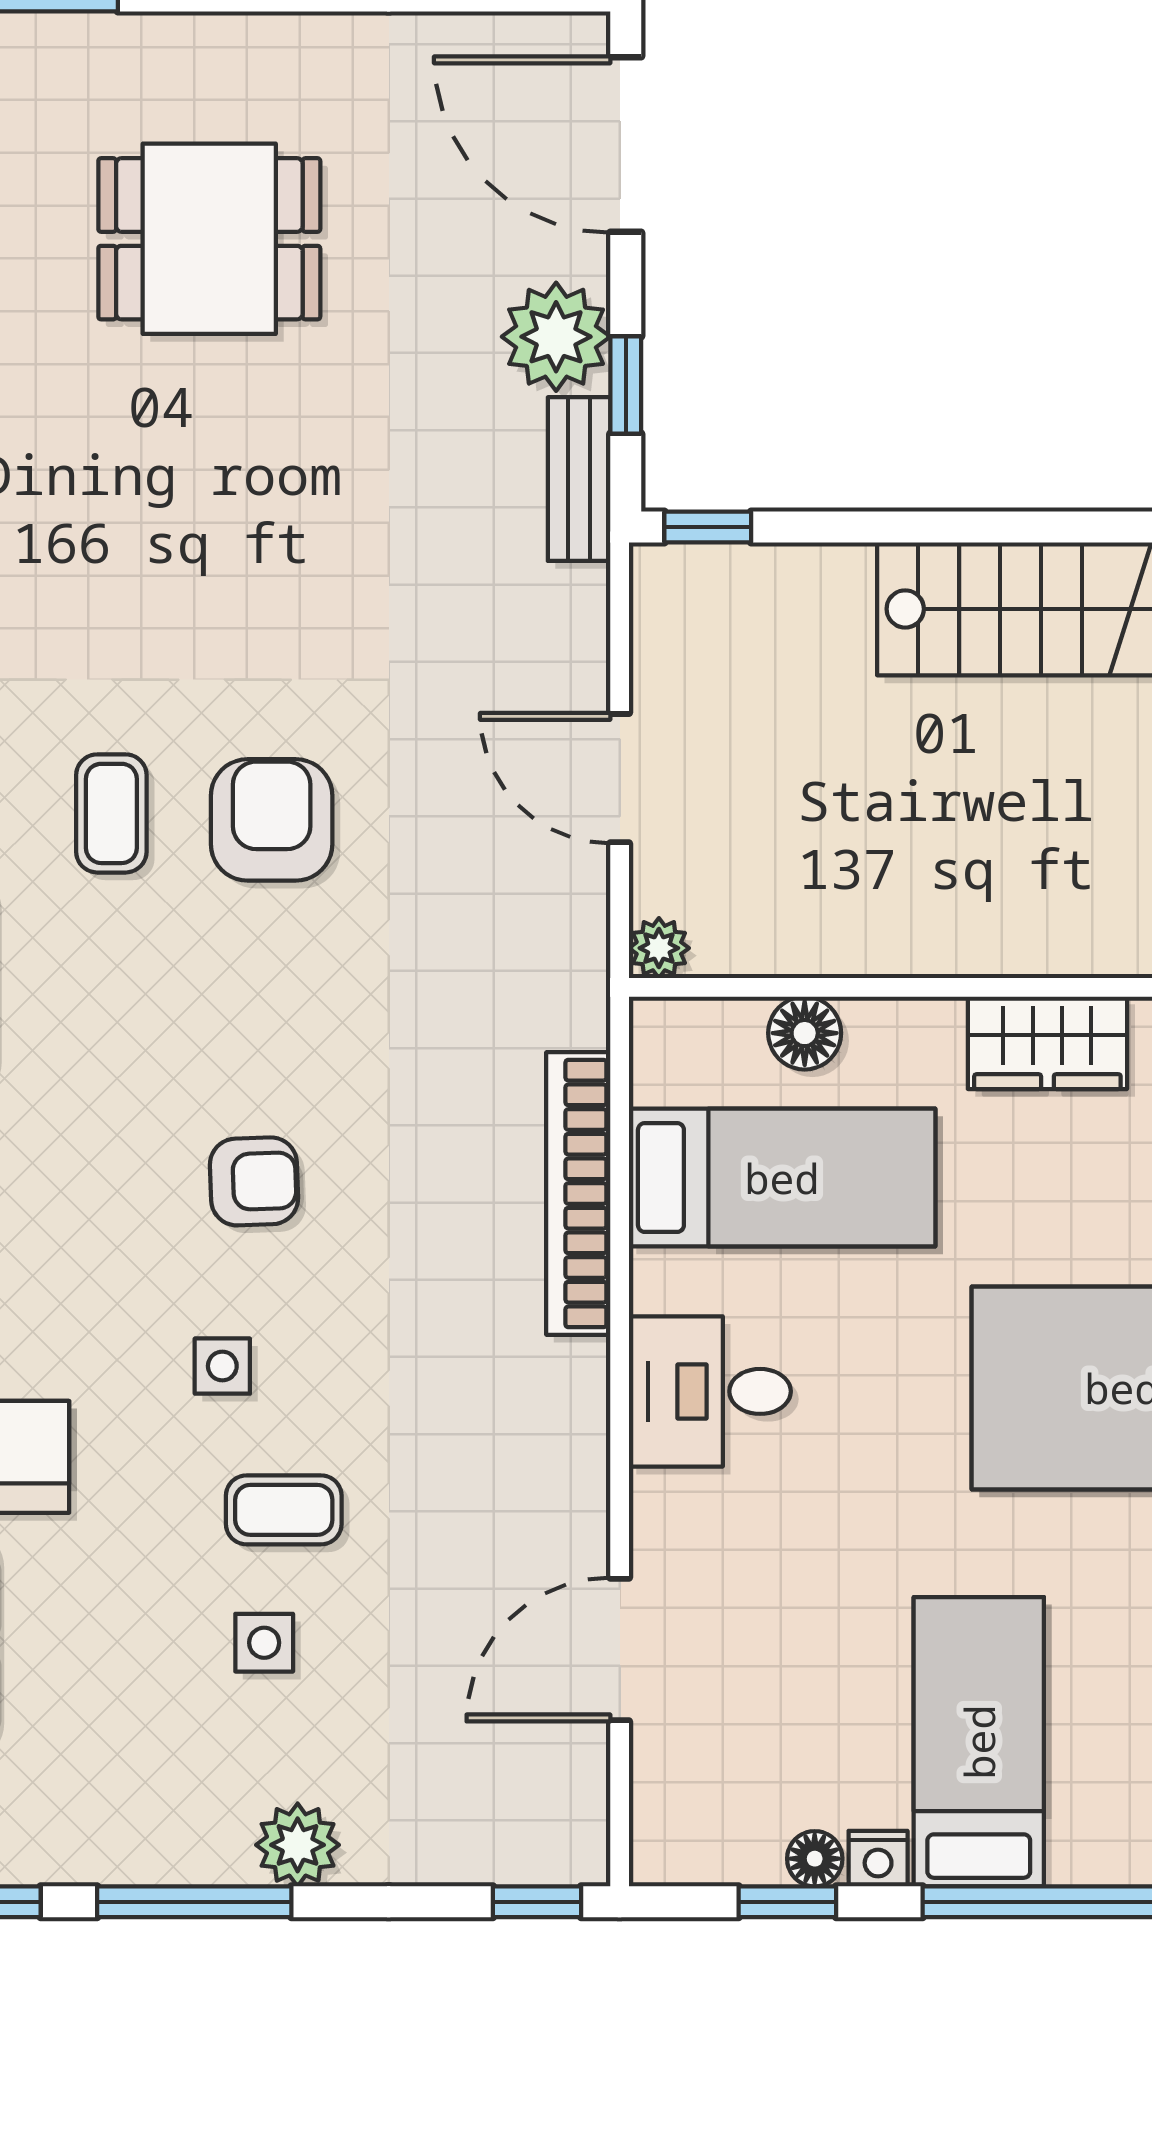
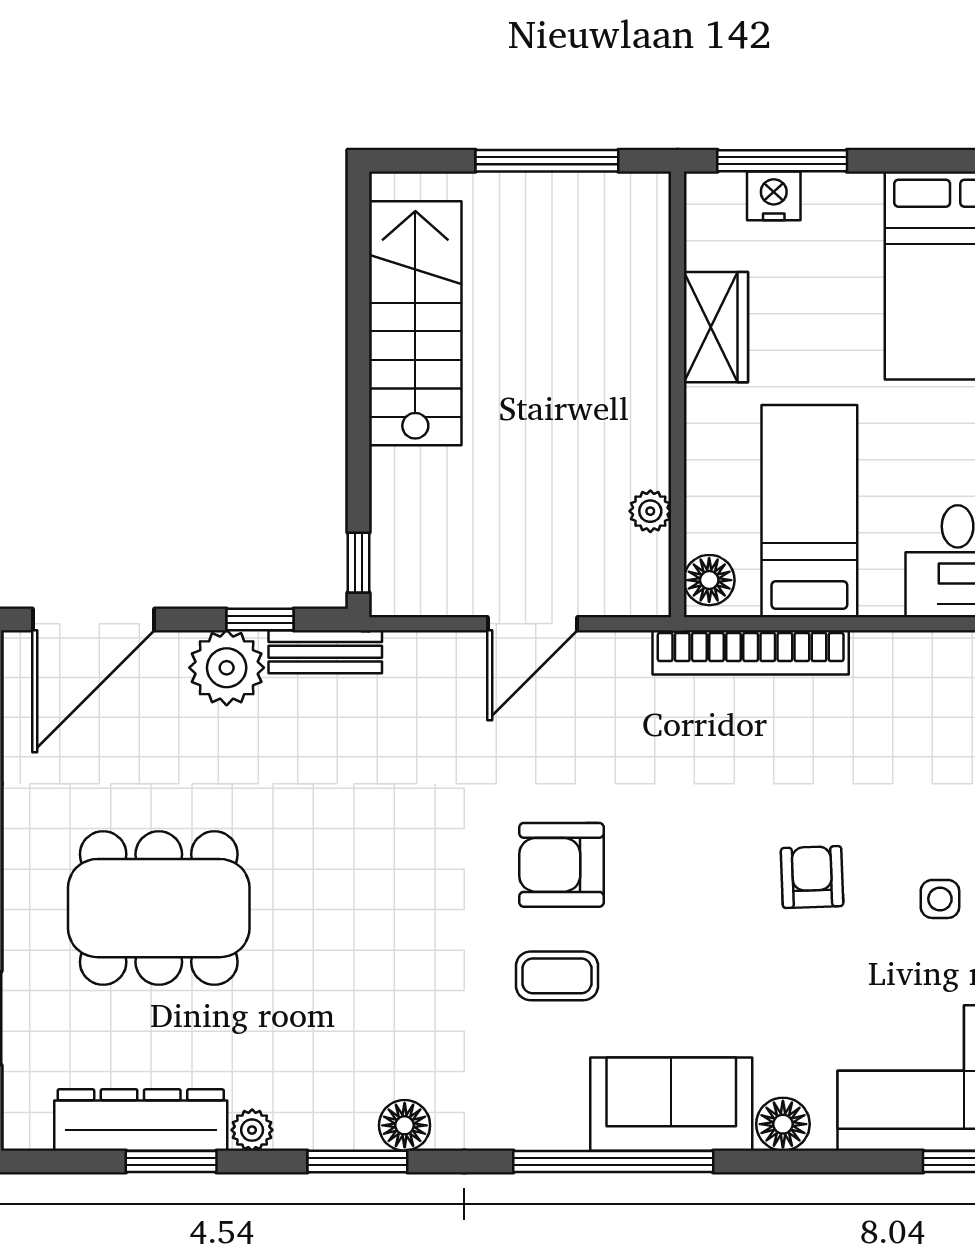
dining table: (209, 239) -> (159, 908), width x1.38
plant: (659, 948) -> (650, 511), moved
floor lamp: (805, 1033) -> (709, 580), moved
bookcase: (578, 1193) -> (751, 652), moved

